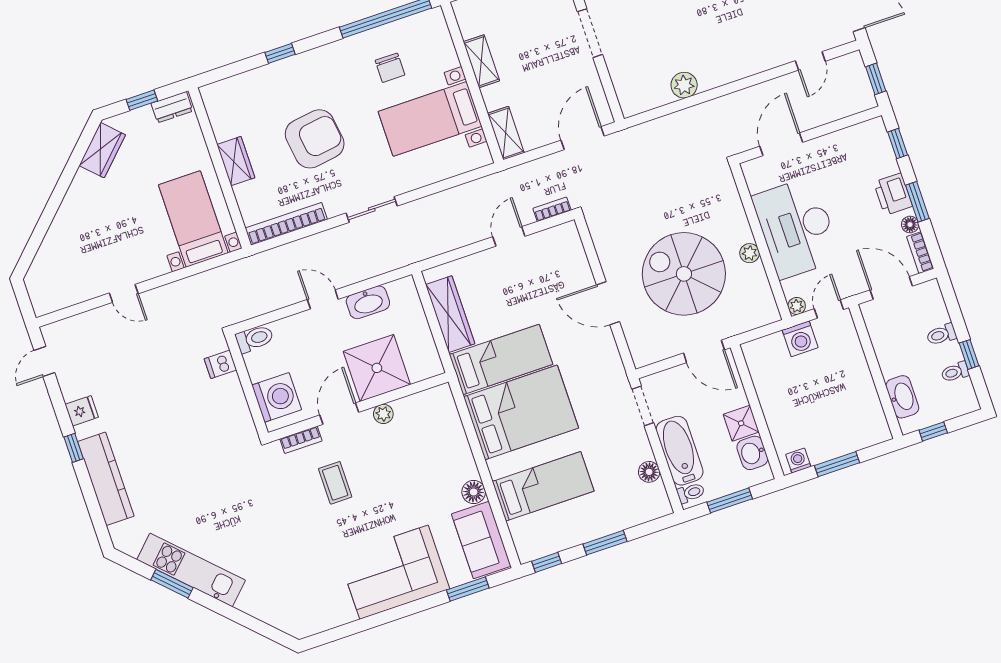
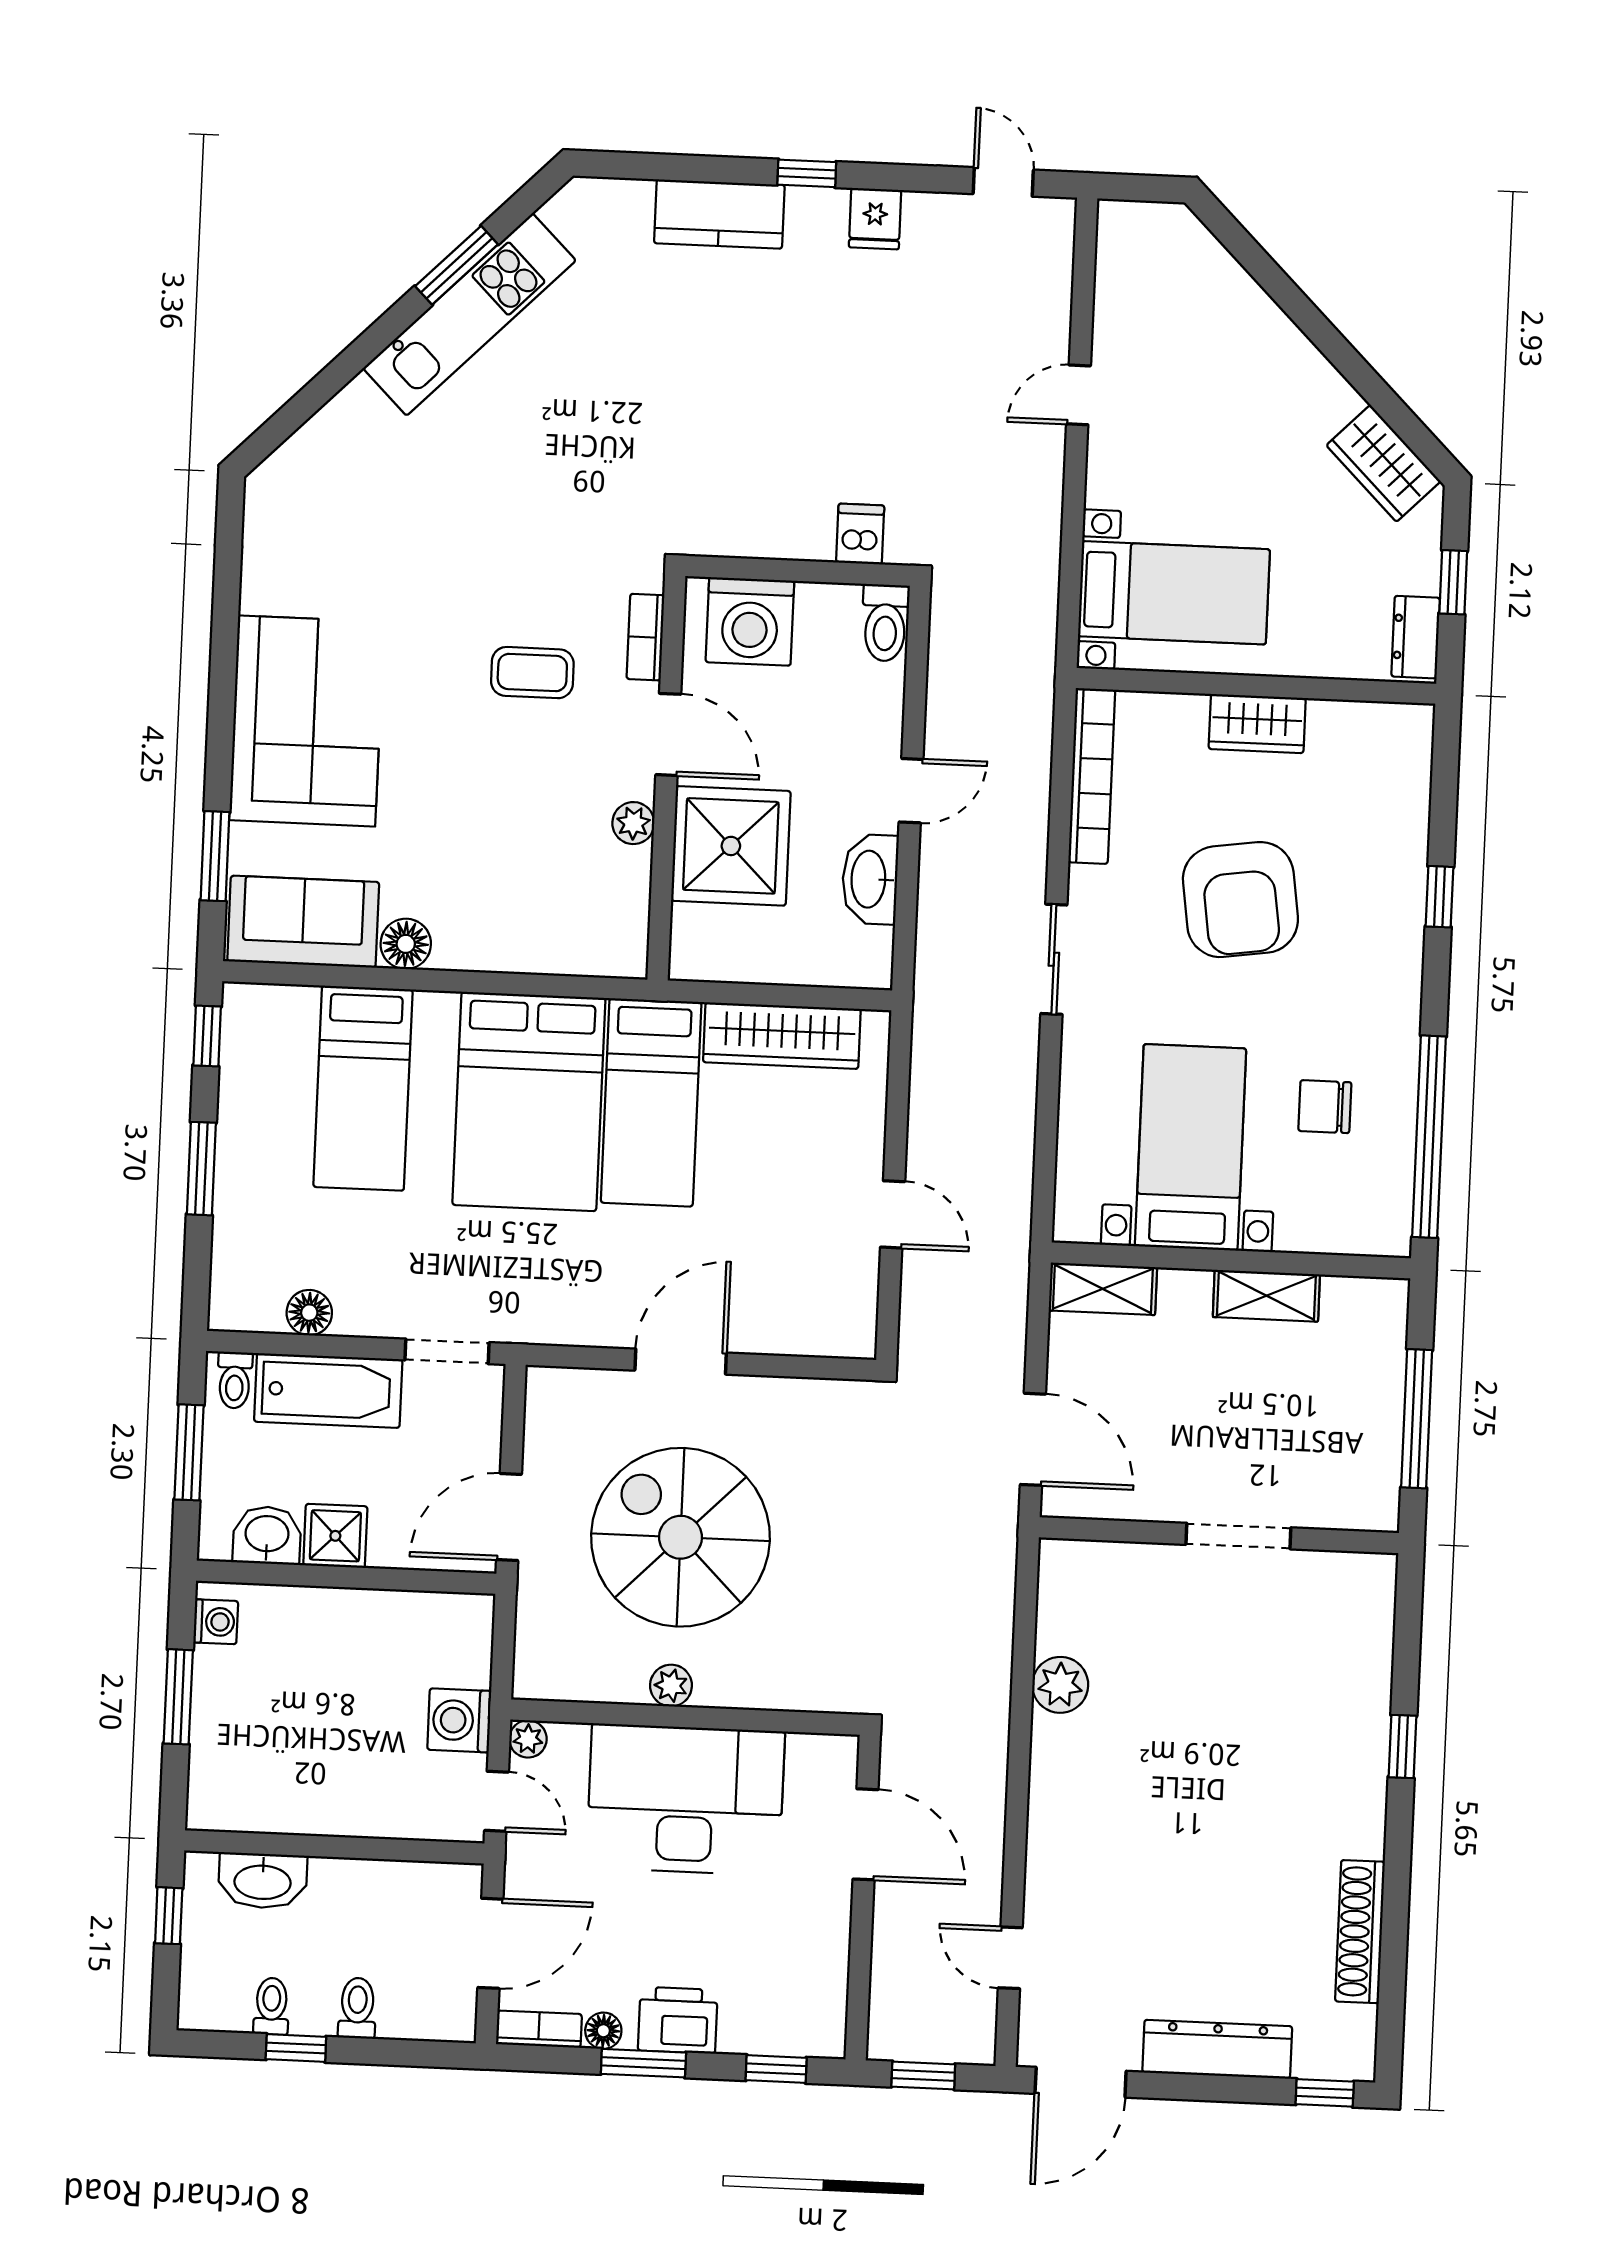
bookcase: (552, 209) -> (913, 1322), removed
spiral stairs: (684, 274) -> (681, 1537), turned -90
kitchen counter: (106, 479) -> (719, 214), width x0.67

